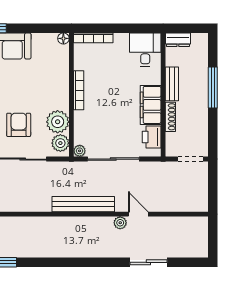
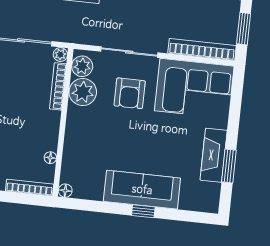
floor lamp: (79, 64) -> (50, 158), added
bookcase: (79, 90) -> (58, 86), moved

